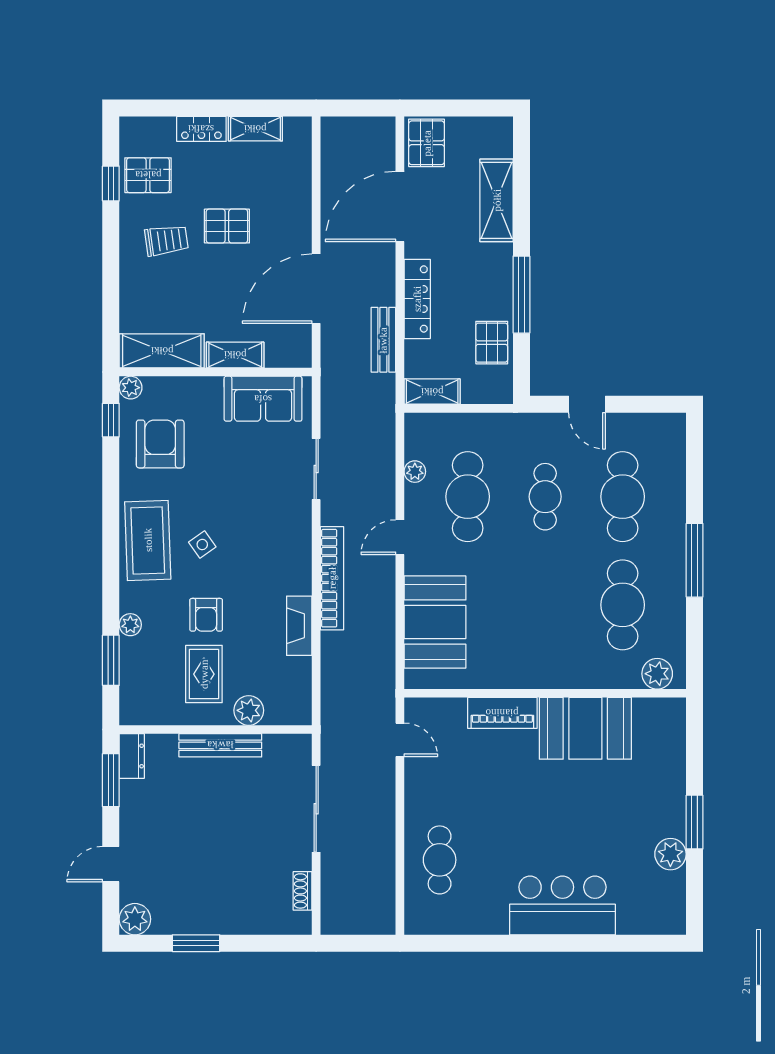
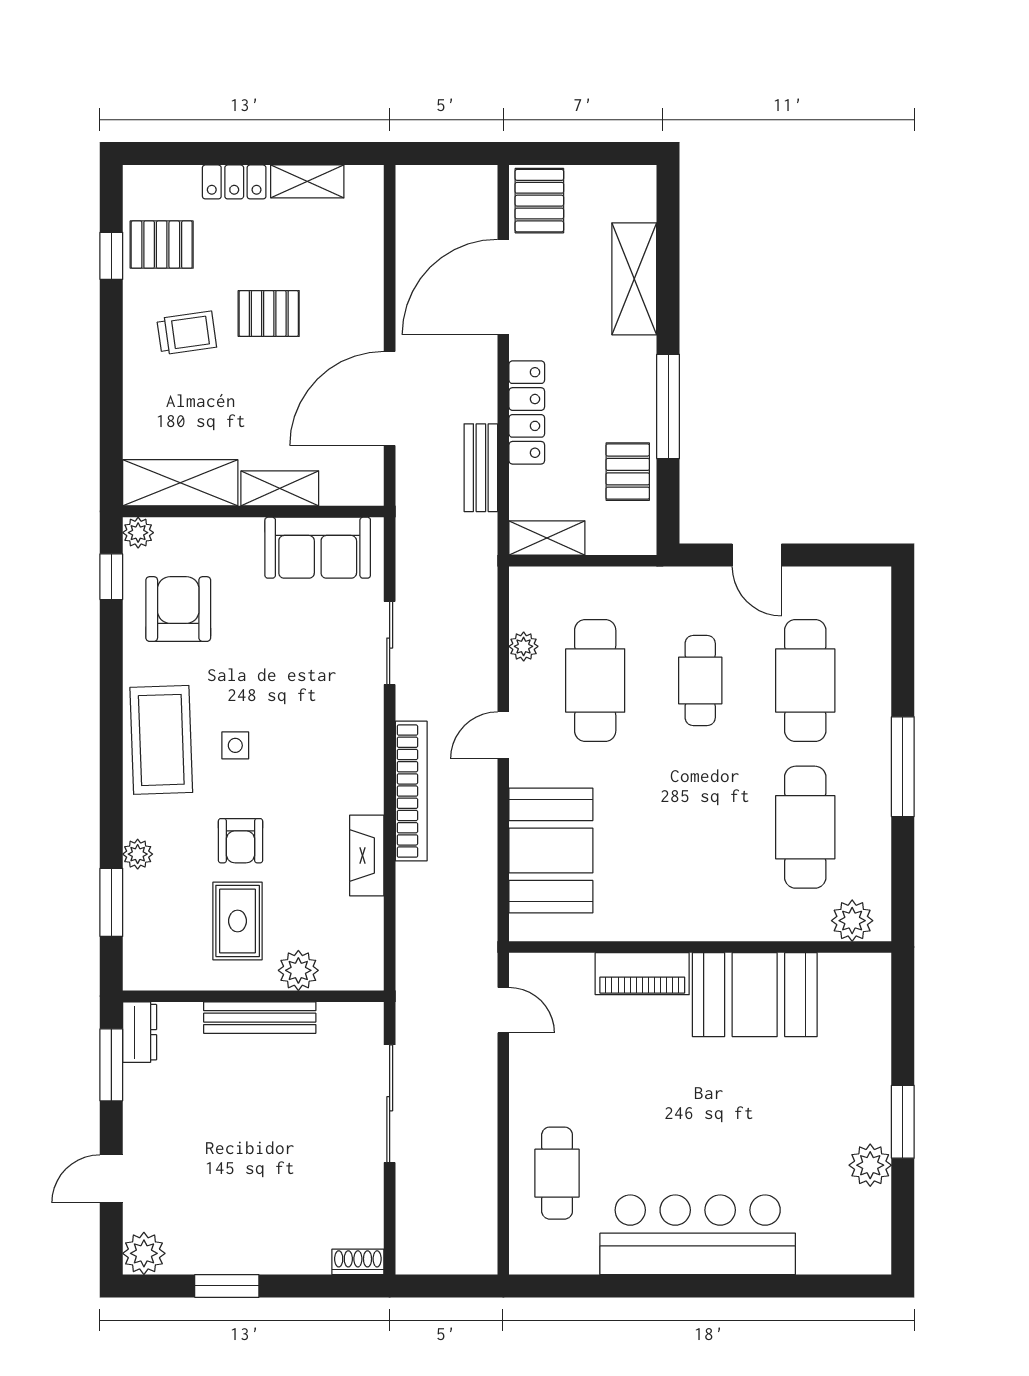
side table: (202, 545) -> (235, 745), turned 35
shoe rack: (303, 891) -> (358, 1262), moved, turned 90
bar counter: (562, 905) -> (698, 1235), width x1.36

